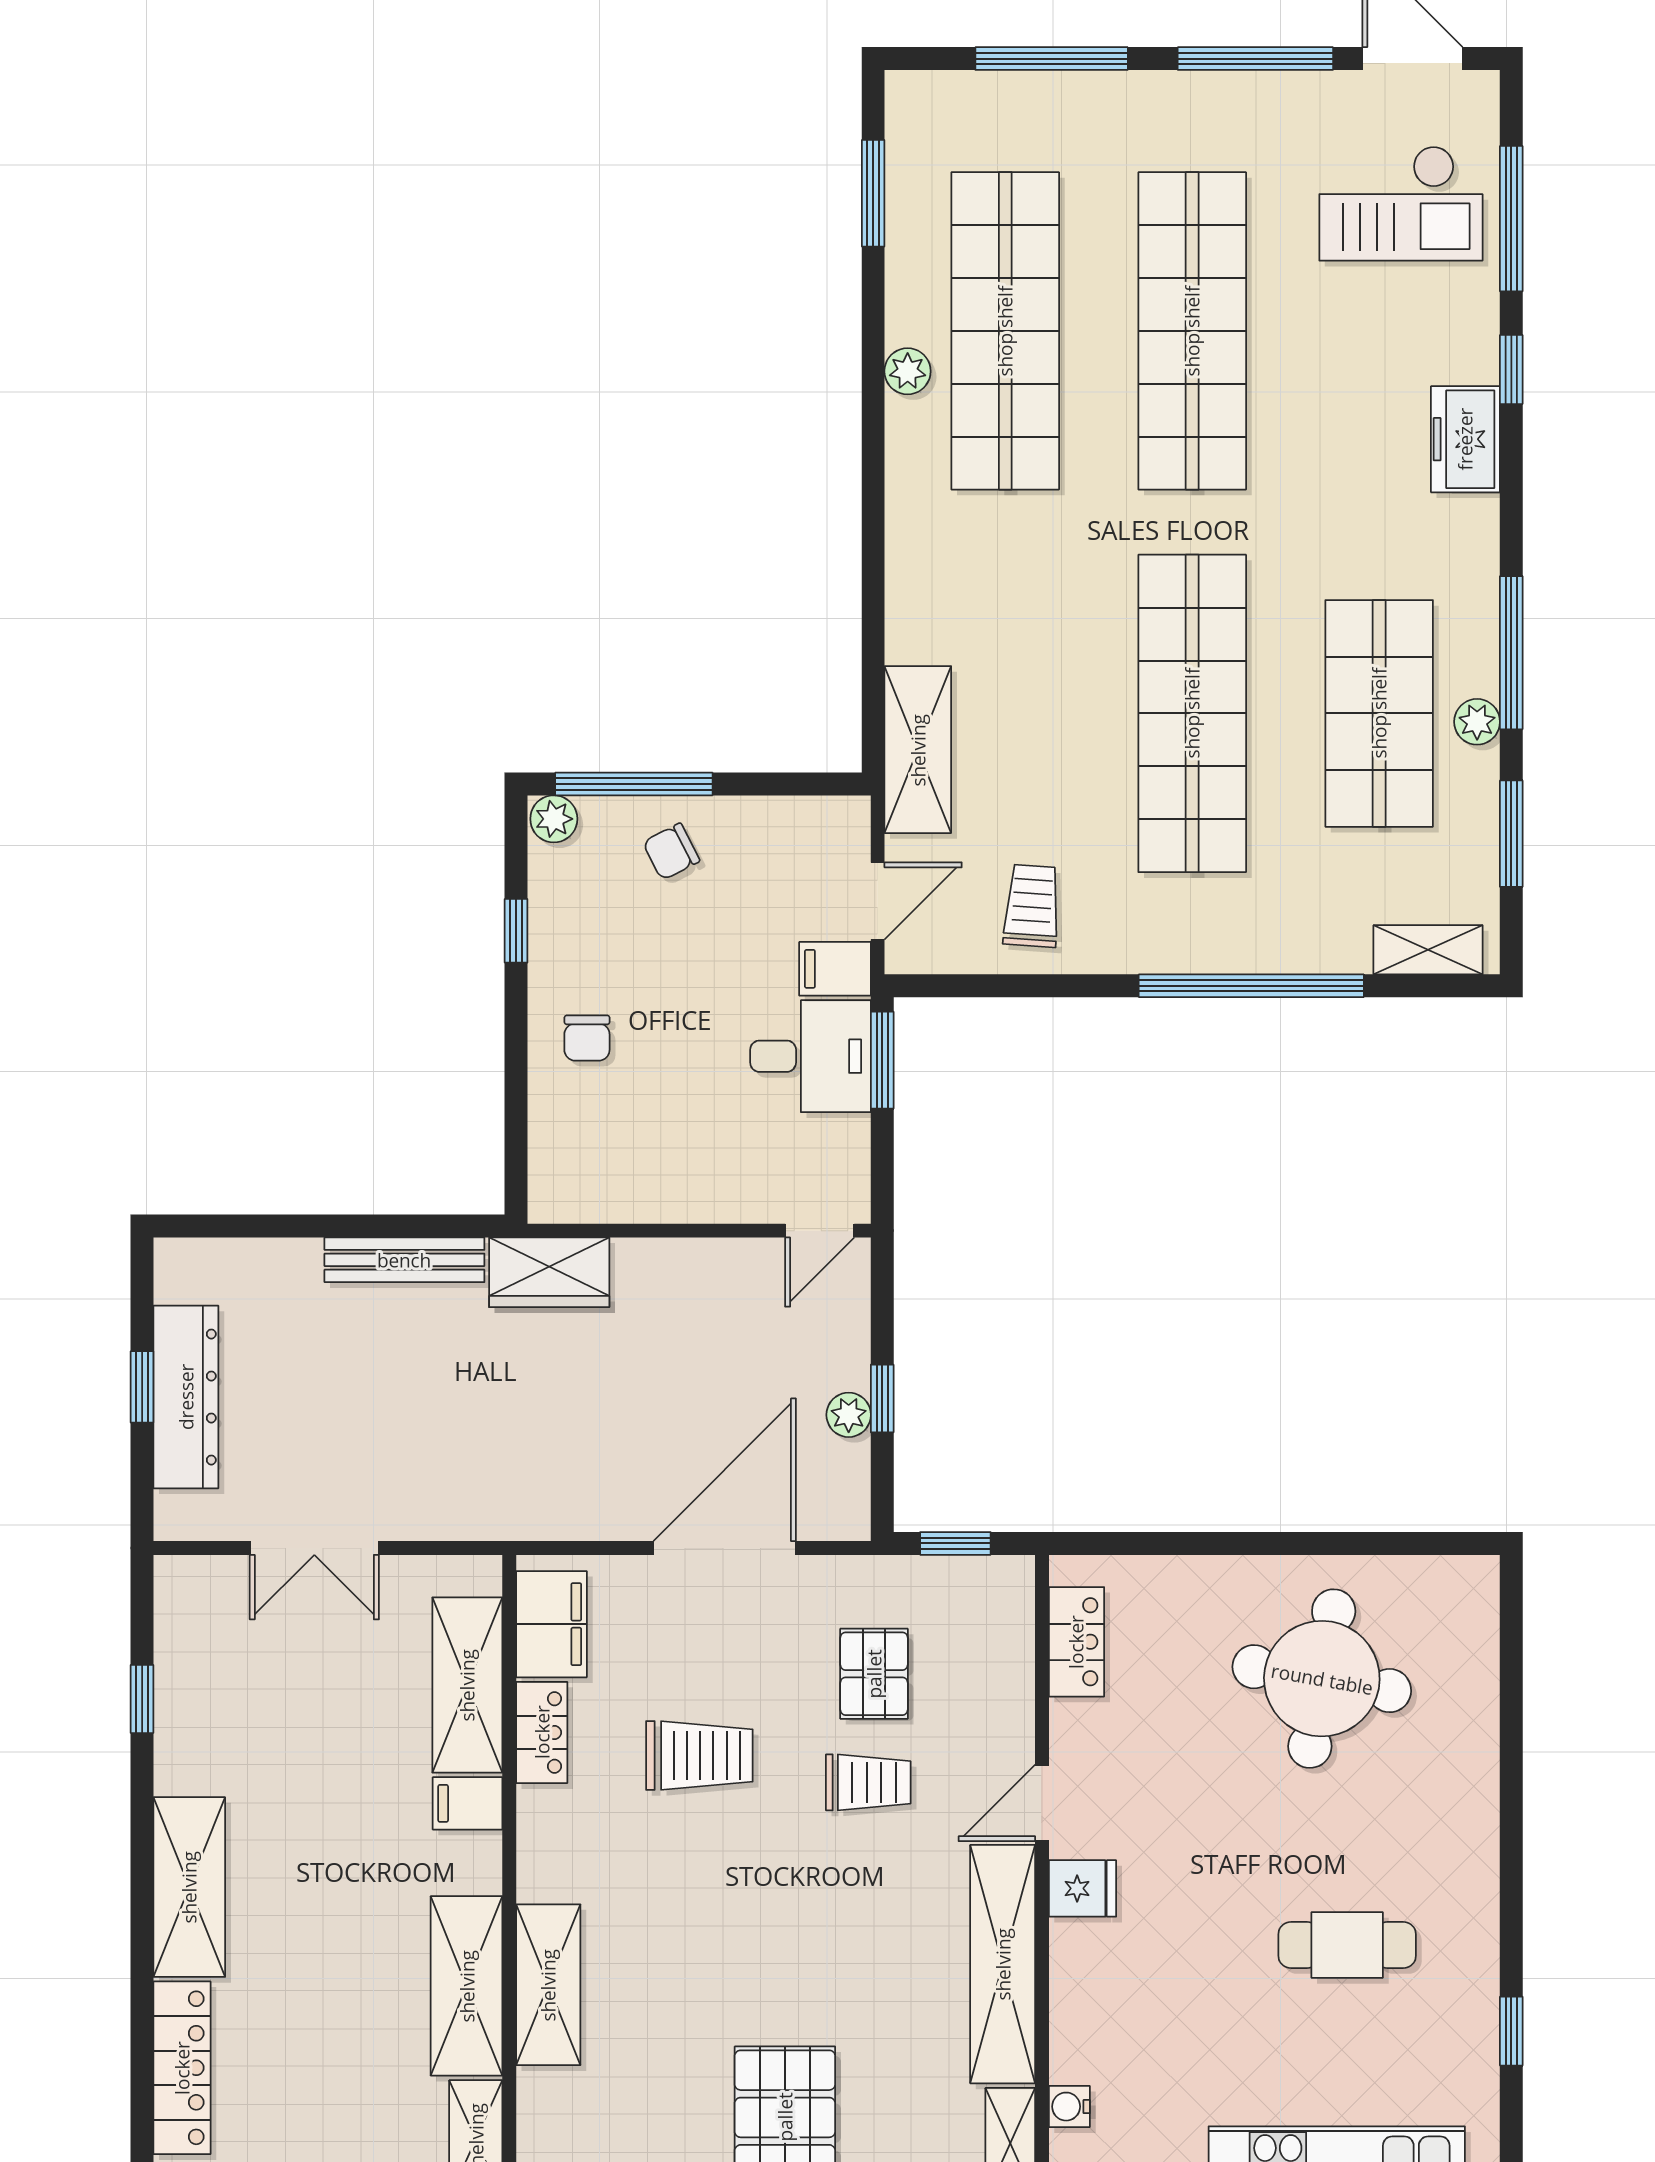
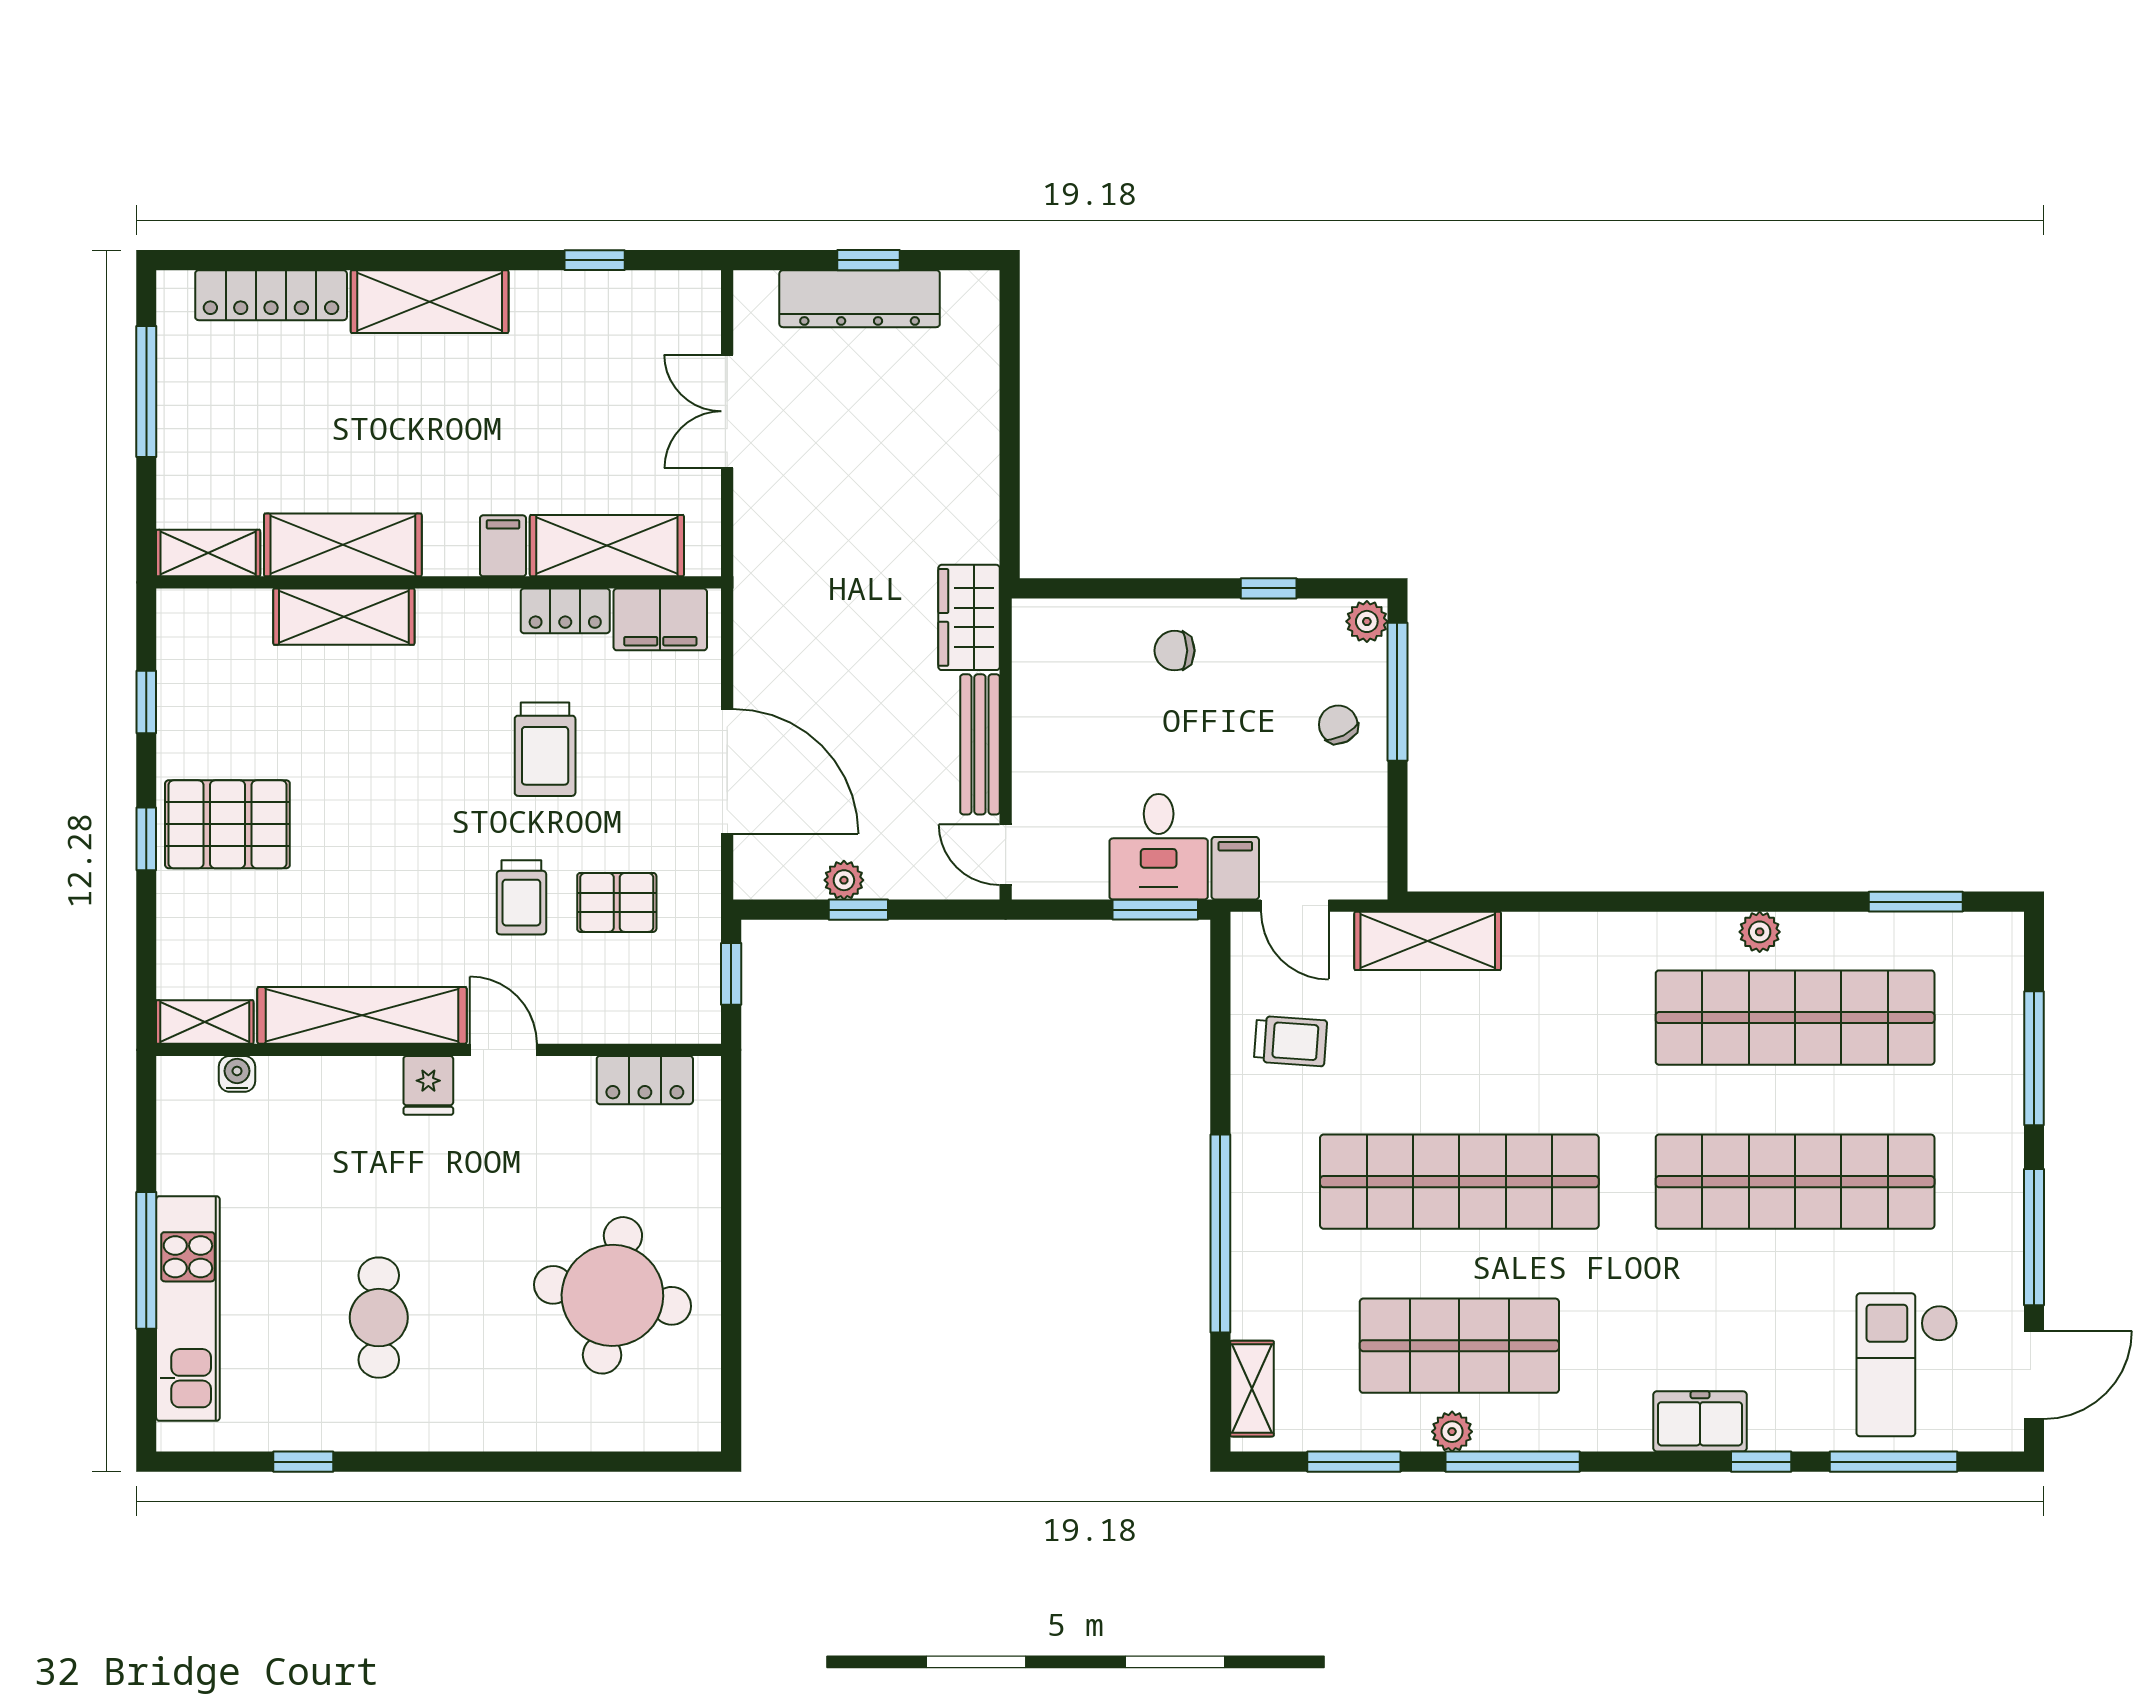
bench: (404, 1260) -> (980, 744), moved

